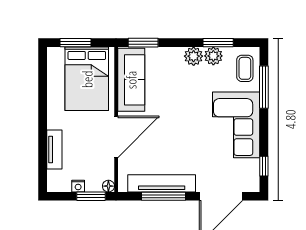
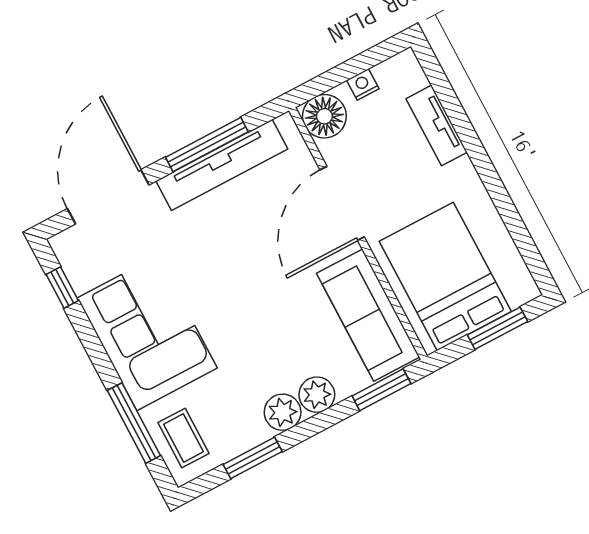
plant: (213, 56) -> (317, 395), moved
floor lamp: (108, 186) -> (324, 116), width x1.89, depth x1.89
window: (91, 196) -> (331, 79), removed

